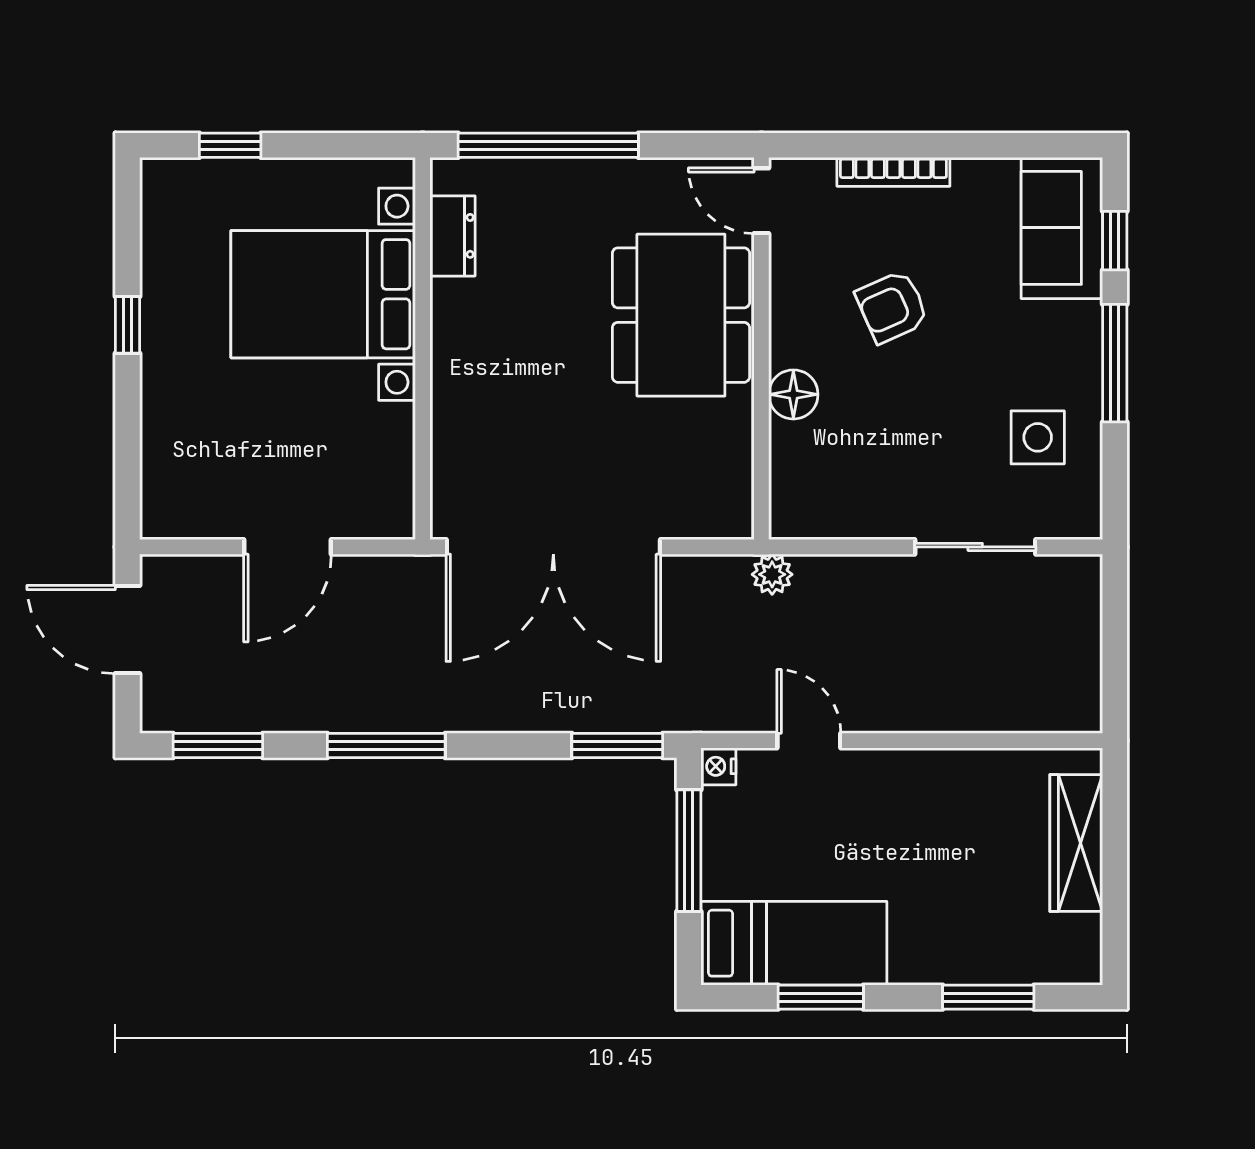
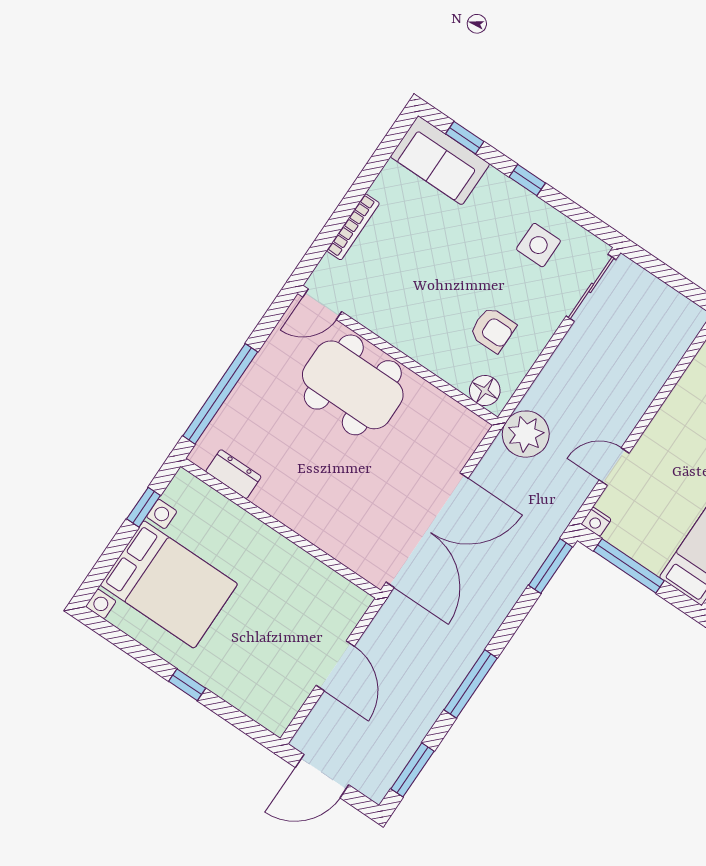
window: (230, 145) -> (144, 507), moved
bed with nightstands: (323, 294) -> (169, 584), moved, turned -90
armchair: (892, 307) -> (493, 330), moved, turned -66
window: (127, 325) -> (187, 685), moved
window: (1115, 363) -> (527, 180), width x0.46
floor lamp: (793, 394) -> (485, 391), moved
sliding door: (975, 547) -> (591, 288), moved
plant: (772, 574) -> (526, 434), width x1.88, depth x1.88

